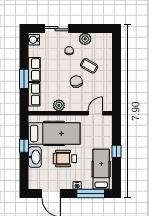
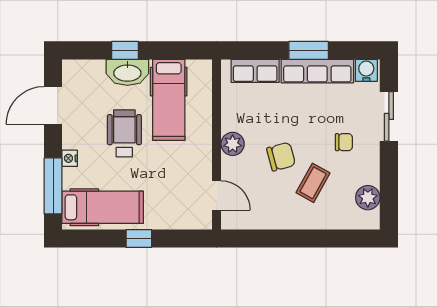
plant: (85, 39) -> (368, 198), moved
row of seats: (34, 70) -> (317, 71), width x1.48
window: (24, 79) -> (309, 50), moved
plant: (59, 105) -> (233, 144), moved
hospital bed: (54, 133) -> (169, 100), width x0.73, depth x0.78
window: (24, 146) -> (125, 50), moved

